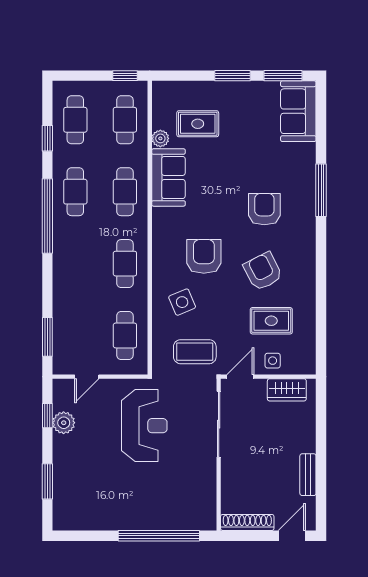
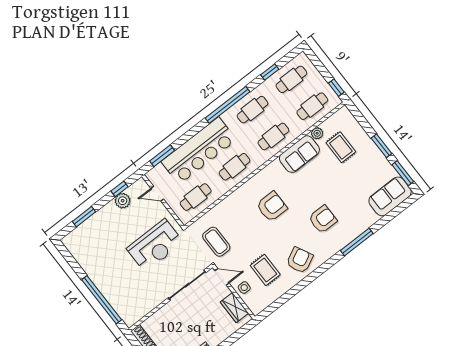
armchair: (263, 271) -> (300, 260), moved
bar counter: (74, 290) -> (199, 151), added
side table: (182, 302) -> (238, 214), removed

